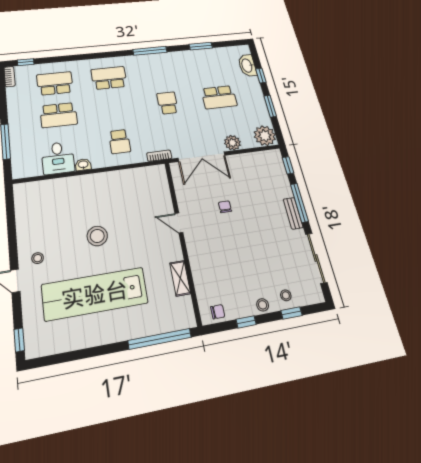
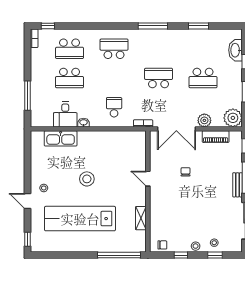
school desk: (55, 83) -> (70, 49), turned 180
school desk: (168, 103) -> (159, 78), width x1.85
school desk: (120, 142) -> (114, 107), turned 180
piano: (251, 159) -> (216, 137), added
kitchen sink: (55, 188) -> (61, 138), added

